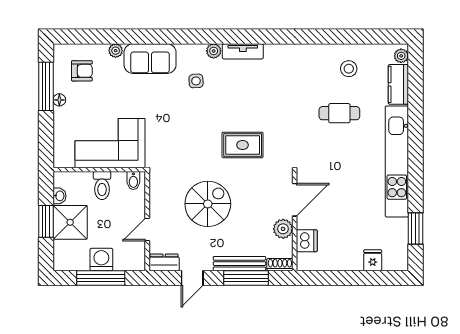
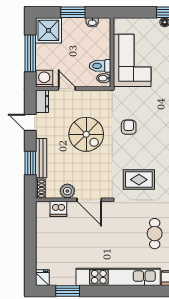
rug: (243, 145) -> (139, 180), moved, turned 90
armchair: (198, 148) -> (129, 127), added
toilet: (102, 186) -> (100, 66), moved
shower: (70, 222) -> (48, 30), moved
washing machine: (101, 260) -> (44, 79), moved, turned -90
fridge: (373, 260) -> (42, 278), moved, turned -90
window: (246, 278) -> (30, 163), width x0.69

